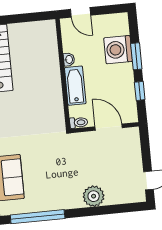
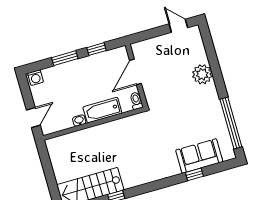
washing machine: (118, 50) -> (35, 78), moved, width x0.53, depth x0.53

